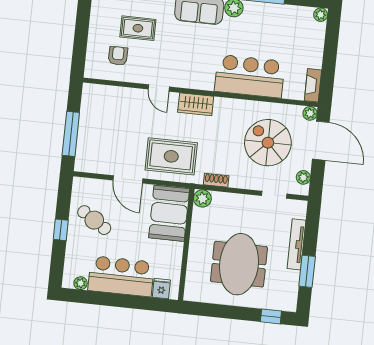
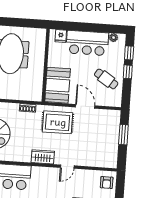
armchair: (118, 56) -> (107, 183), moved
door: (159, 88) -> (67, 167), swing flipped
window: (71, 134) -> (123, 135), width x0.69
plant: (202, 198) -> (36, 96), removed
window: (58, 259) -> (129, 53), added

